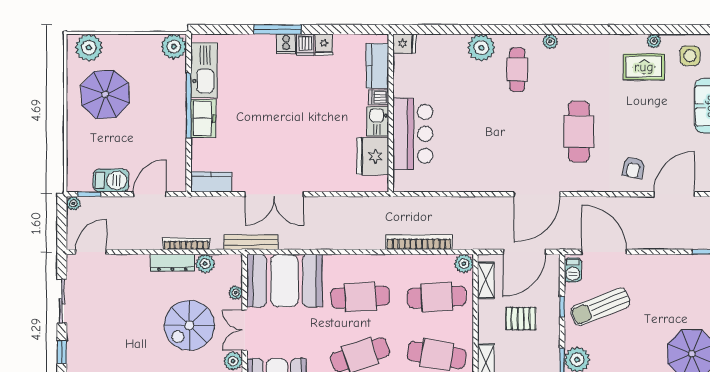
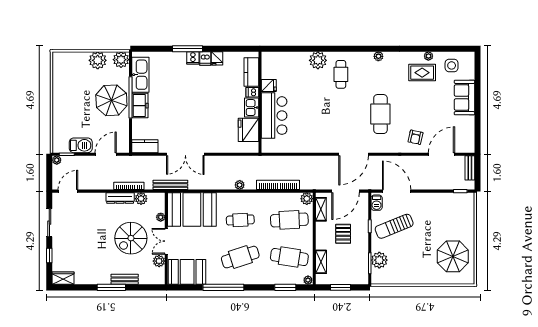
plant: (550, 41) -> (378, 56), moved
fridge: (404, 44) -> (269, 86), moved
plant: (89, 48) -> (98, 60), moved
parasol: (105, 94) -> (111, 100), moved
plant: (359, 242) -> (240, 185), added
cafe table: (360, 297) -> (240, 220), width x0.73, depth x0.74
pallet: (521, 319) -> (343, 234), turned 90

